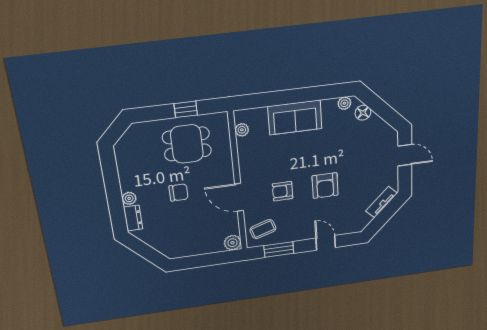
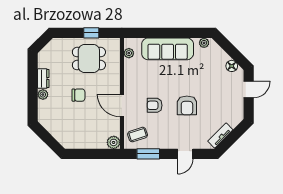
floor lamp: (363, 113) -> (232, 66), moved
sofa: (295, 117) -> (168, 49), width x1.36
door: (405, 155) -> (249, 89), hinge flipped
tv unit: (381, 202) -> (220, 135), moved
dresser: (133, 218) -> (43, 79), moved
door: (326, 243) -> (185, 154), swing flipped

